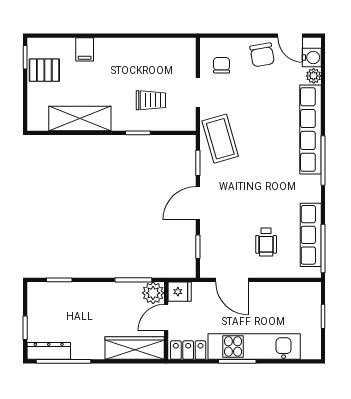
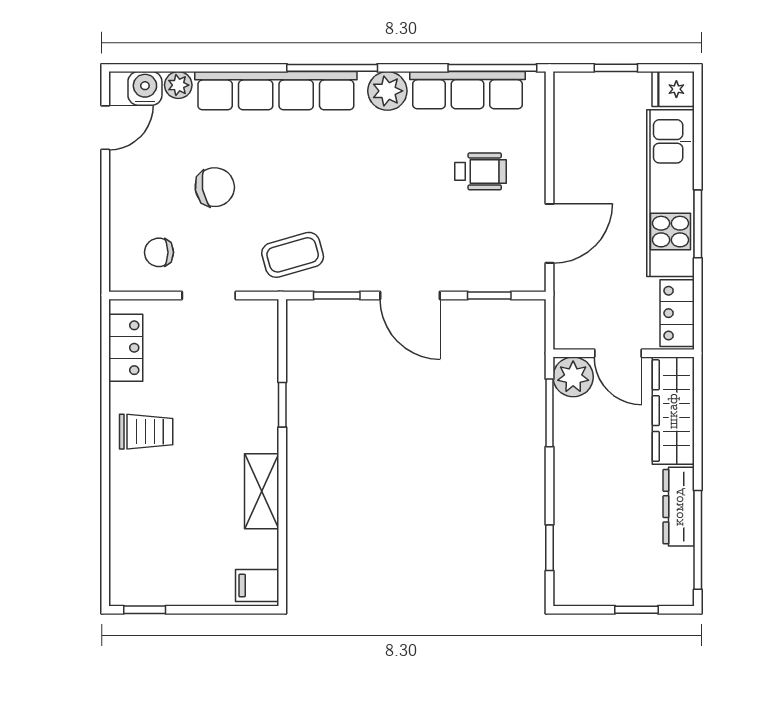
locker: (169, 47) -> (126, 348), added
filing cabinet: (85, 49) -> (257, 586), moved, turned 180
chair: (262, 55) -> (215, 187), moved
pallet: (44, 70) -> (168, 575), removed
trolley: (151, 100) -> (146, 432), moved, turned 90
shelving: (80, 119) -> (262, 491), width x0.67, depth x0.75
coffee table: (220, 139) -> (293, 255), width x0.73, depth x0.77
plant: (310, 191) -> (387, 91), added
fridge: (180, 292) -> (673, 89), moved, turned -90
dresser: (49, 351) -> (679, 507), moved

